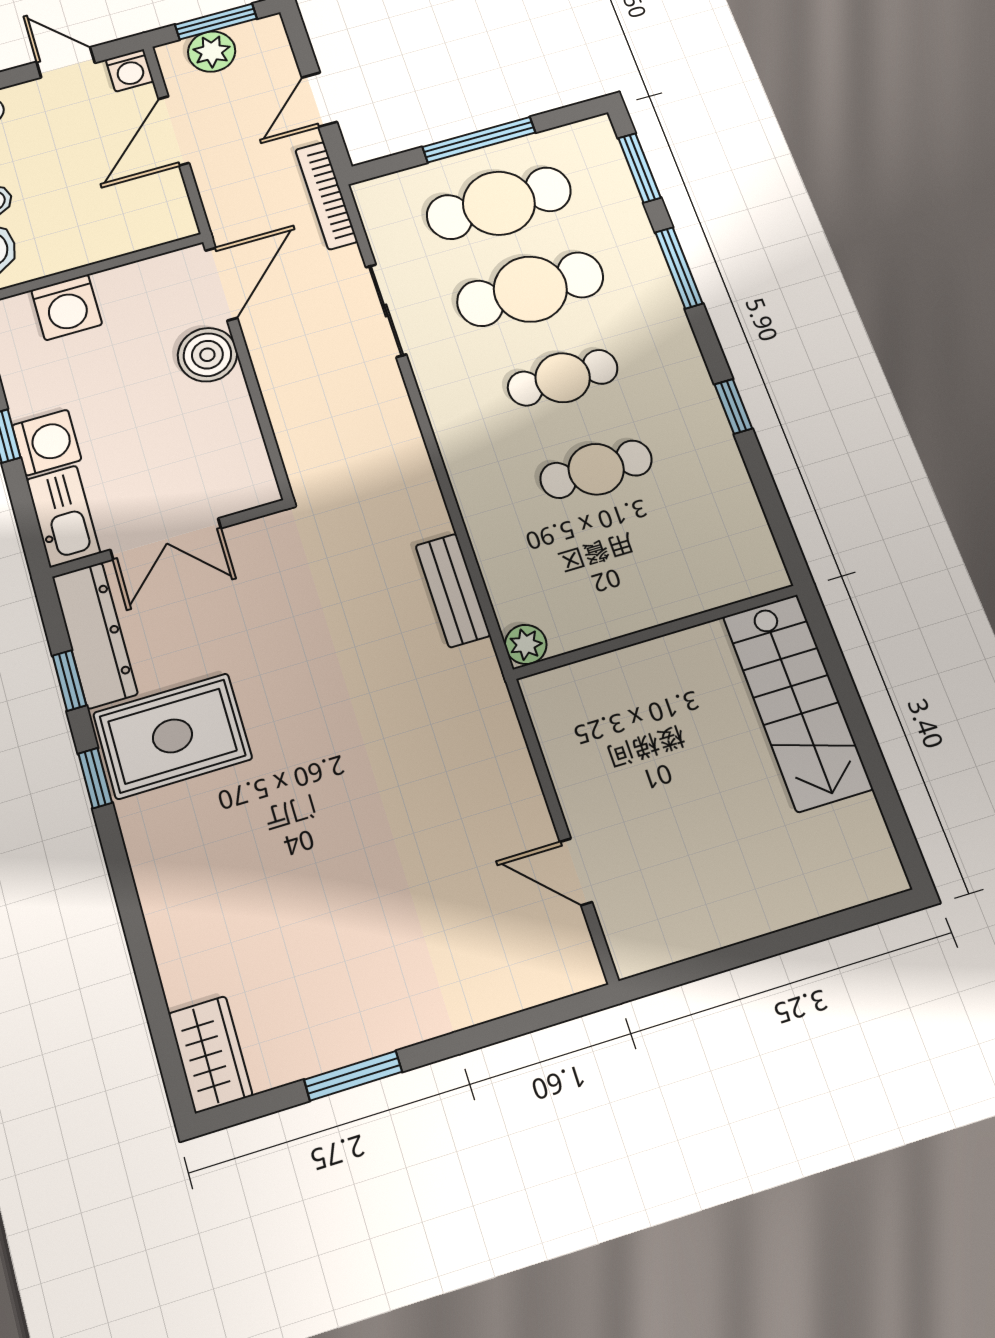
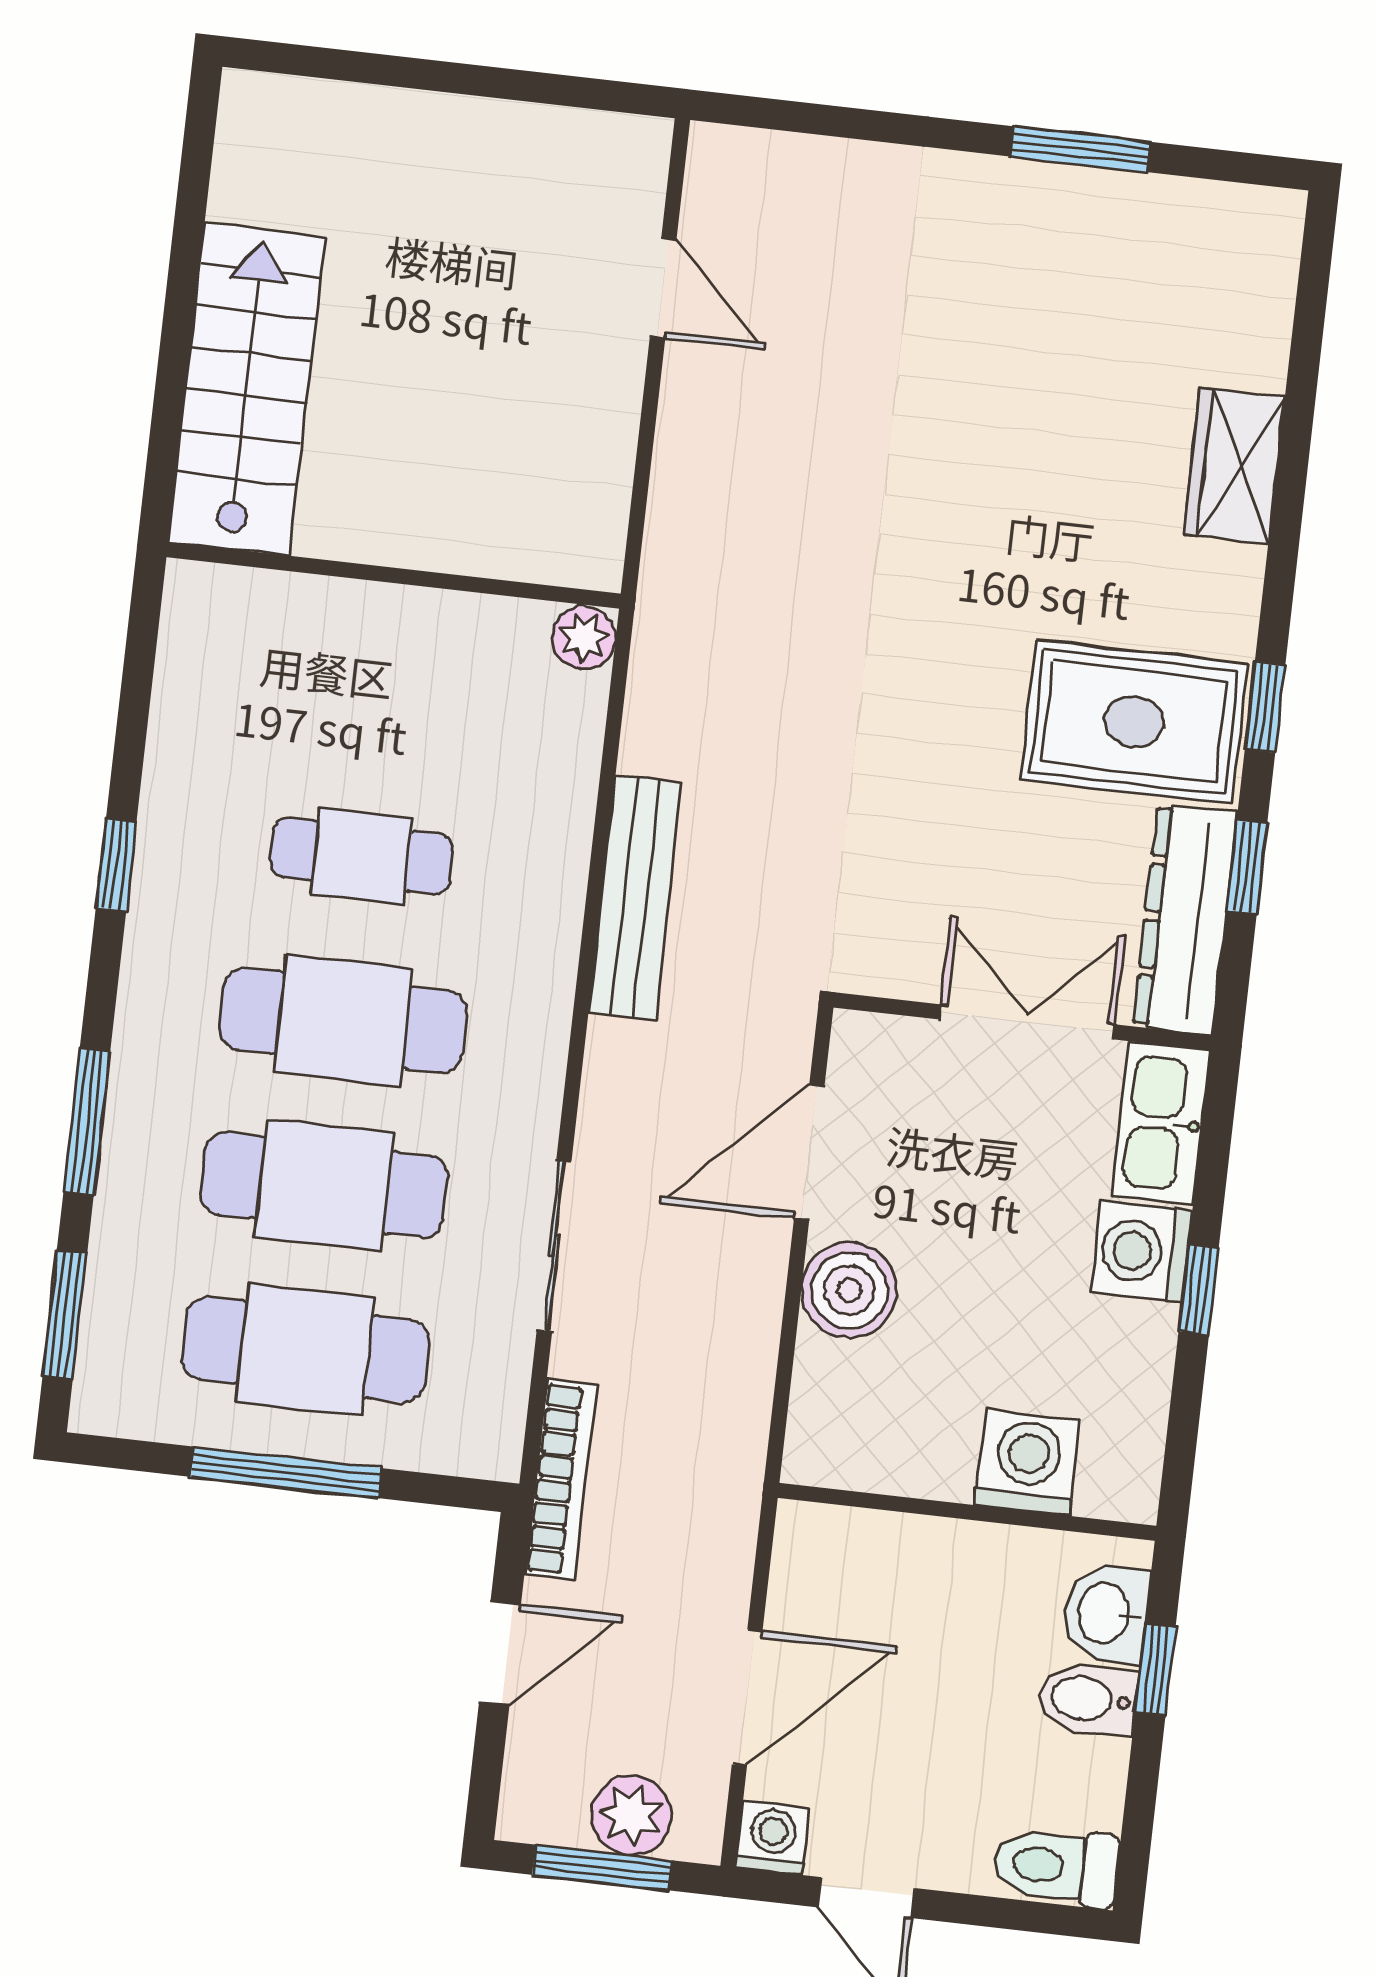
door: (221, 284) -> (809, 1152), moved
cafe table: (563, 378) -> (343, 1020), width x1.37, depth x1.35
bench: (453, 590) -> (635, 898), moved, width x1.36
wardrobe: (210, 1054) -> (1234, 465), moved

